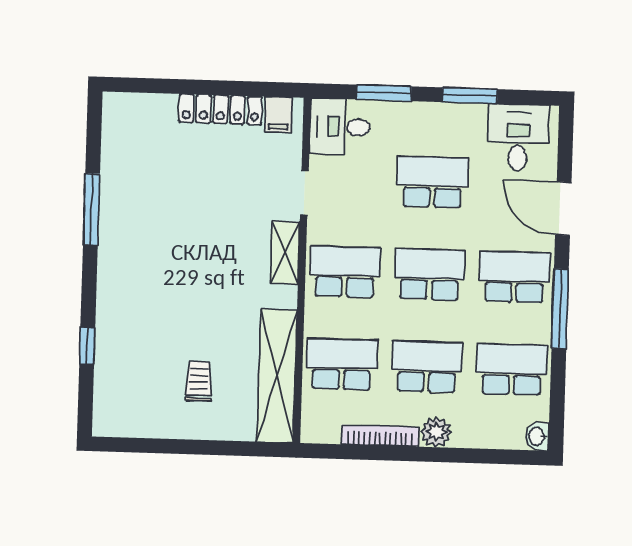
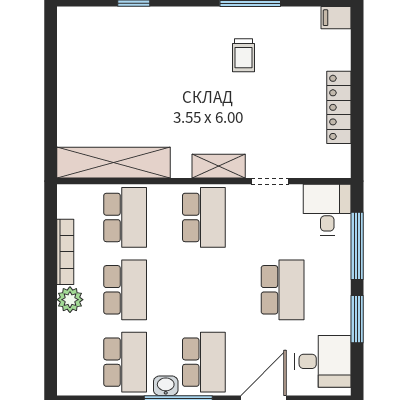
window: (384, 93) -> (357, 246), width x1.44
filing cabinet: (279, 114) -> (336, 18), moved
school desk: (430, 274) -> (204, 290), removed
trolley: (199, 381) -> (243, 55), moved, turned 90
washbasin: (537, 436) -> (166, 386), moved

